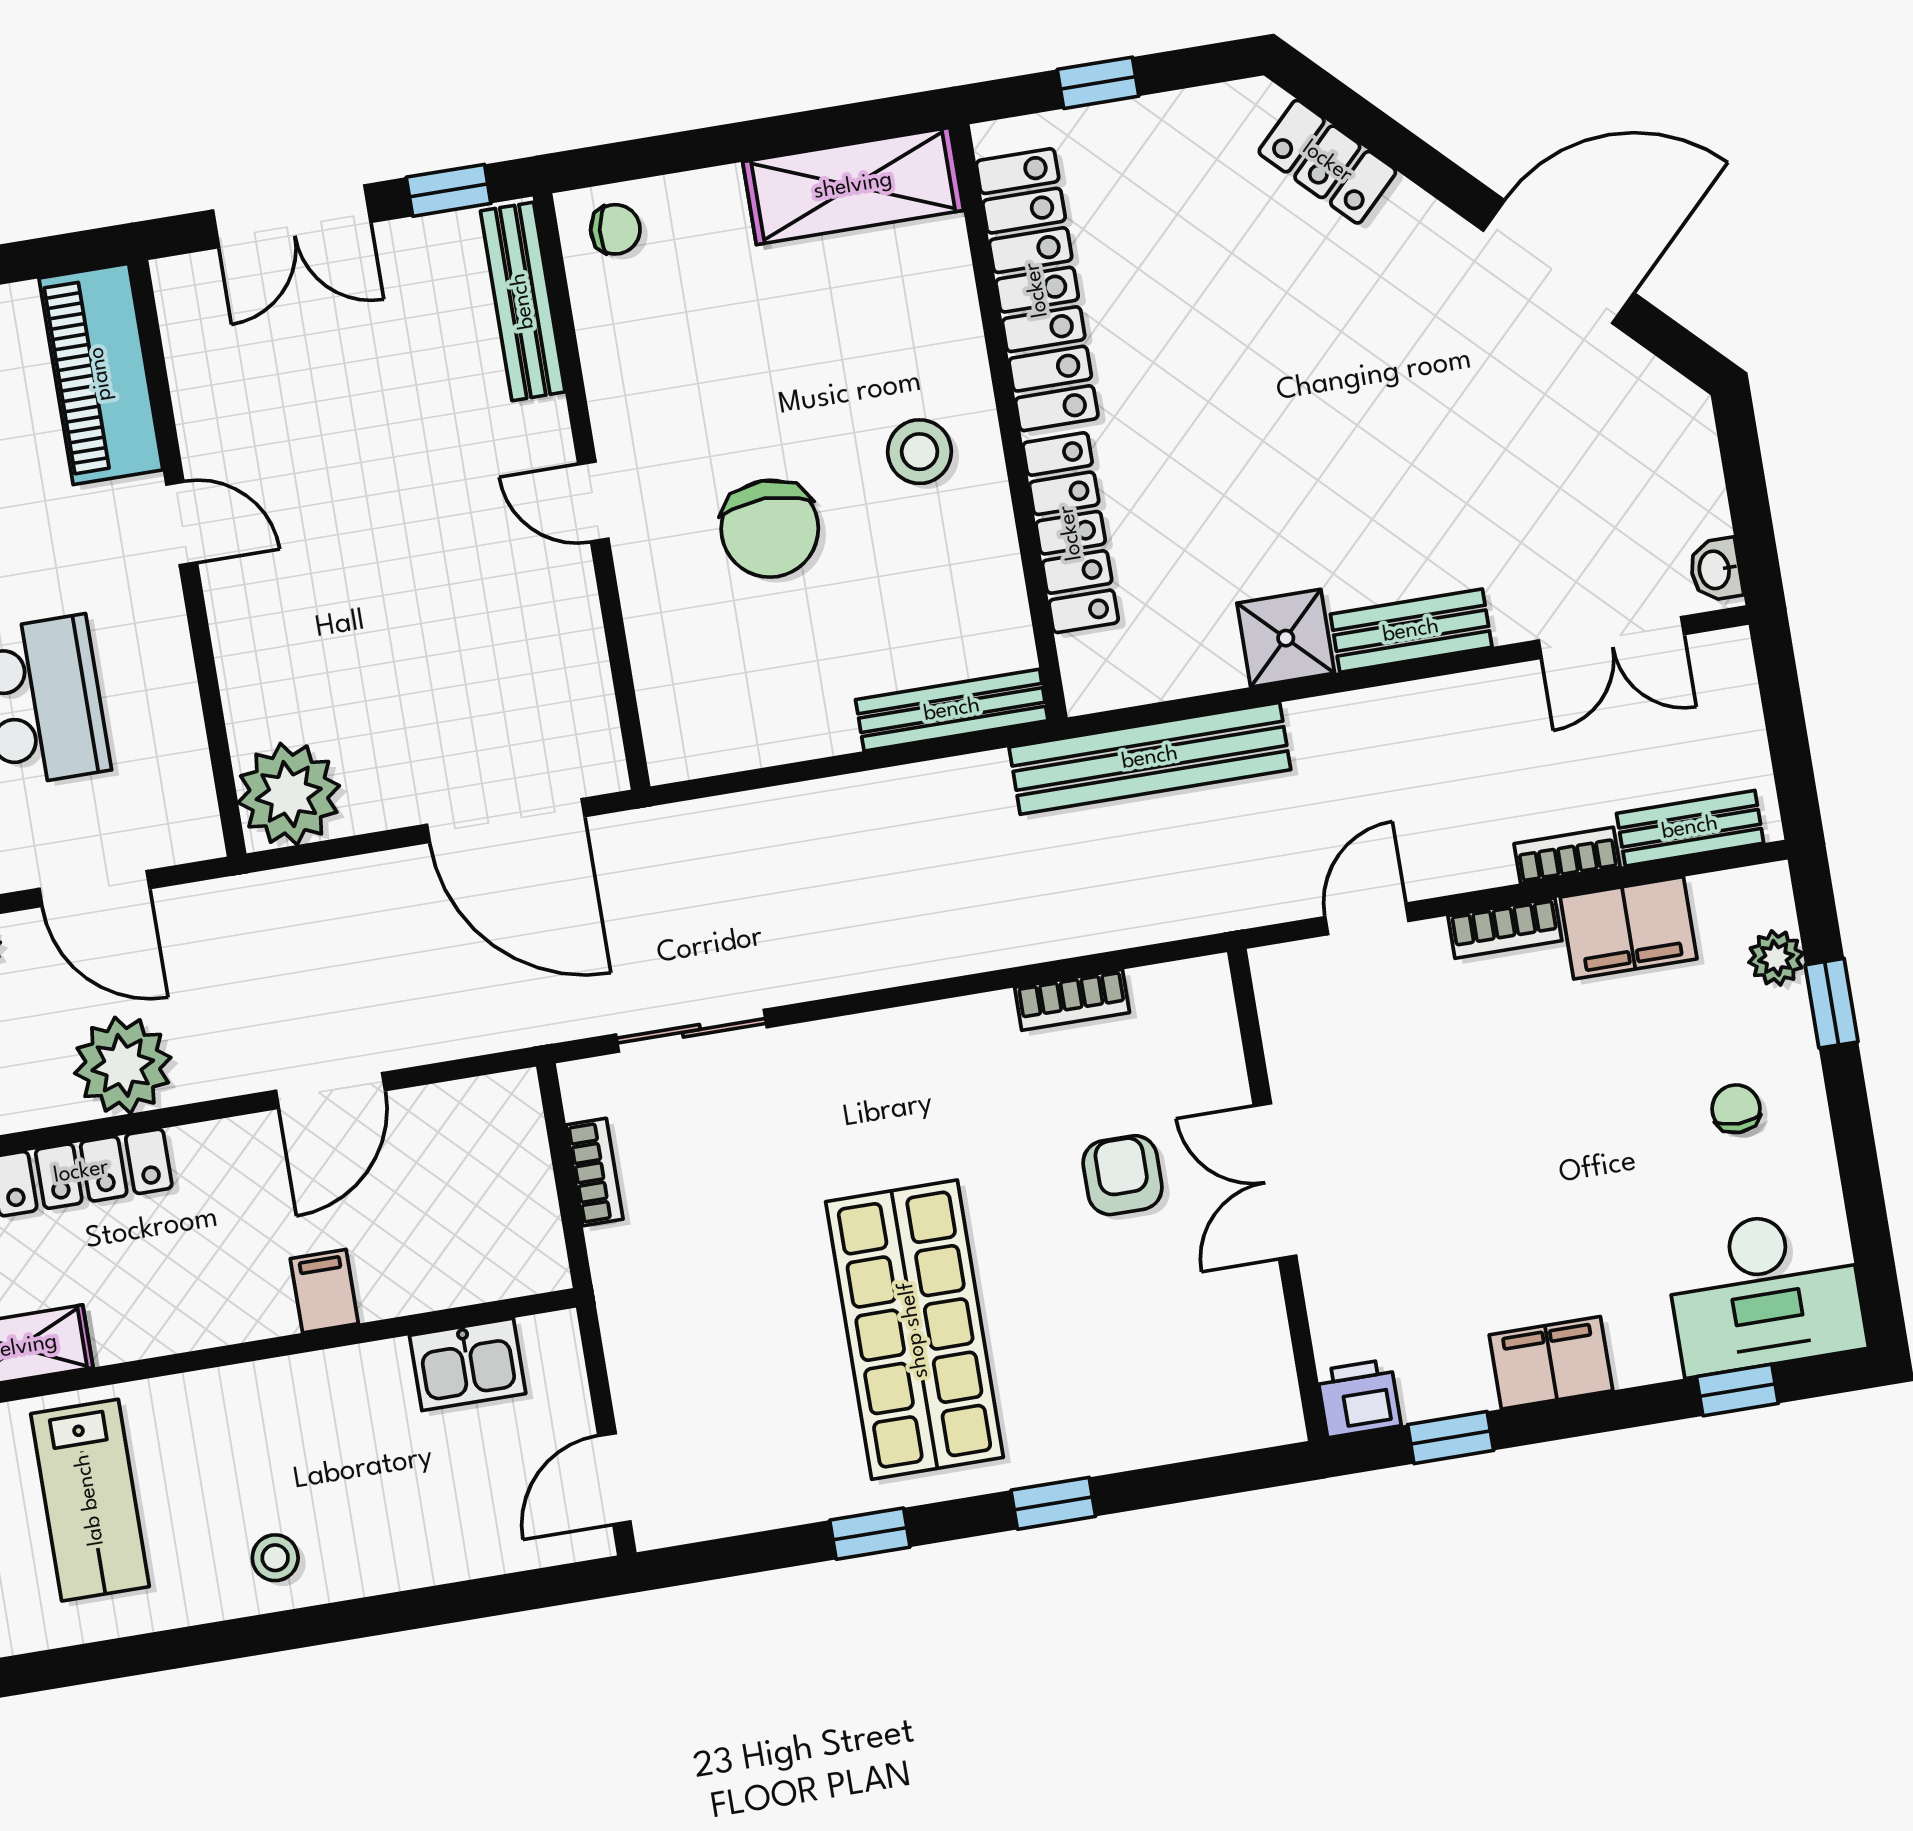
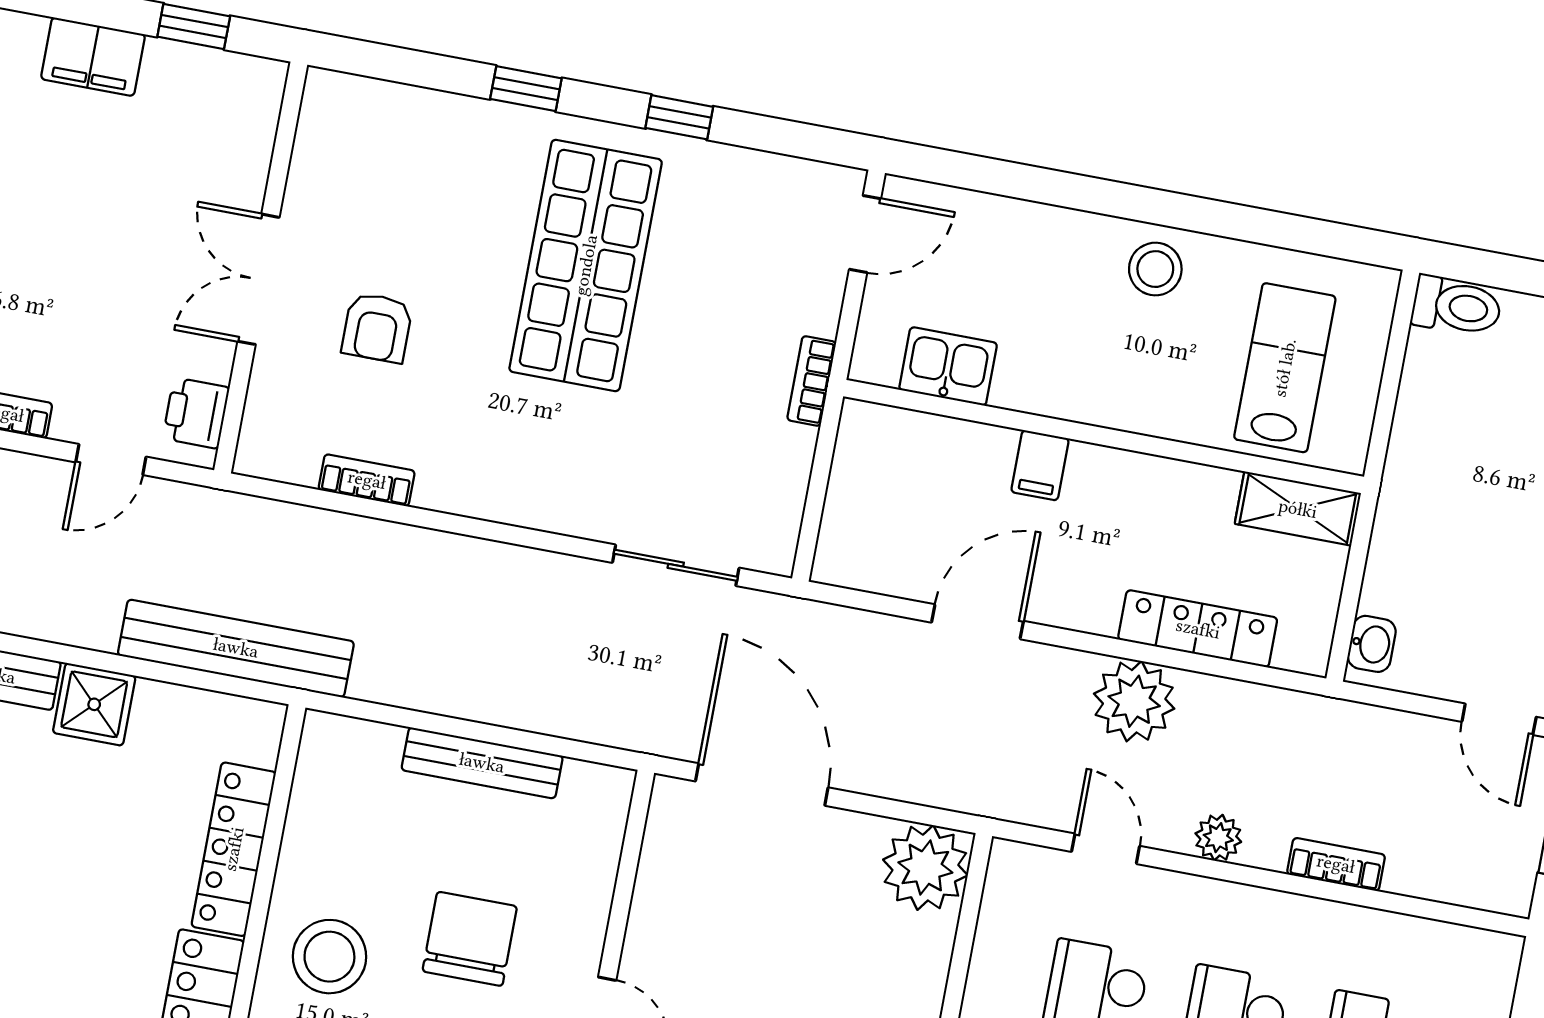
stool: (920, 452) -> (329, 957), width x1.38, depth x1.38
bench: (952, 710) -> (482, 763), moved
door: (95, 888) -> (1106, 849), width x0.73
bookcase: (594, 1172) -> (812, 381), moved
double door: (1275, 1181) -> (258, 279), swing flipped
printer: (1359, 1398) -> (196, 413), moved, turned 90
stool: (275, 1558) -> (1155, 269), width x1.37, depth x1.37

